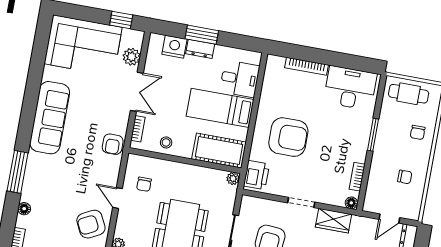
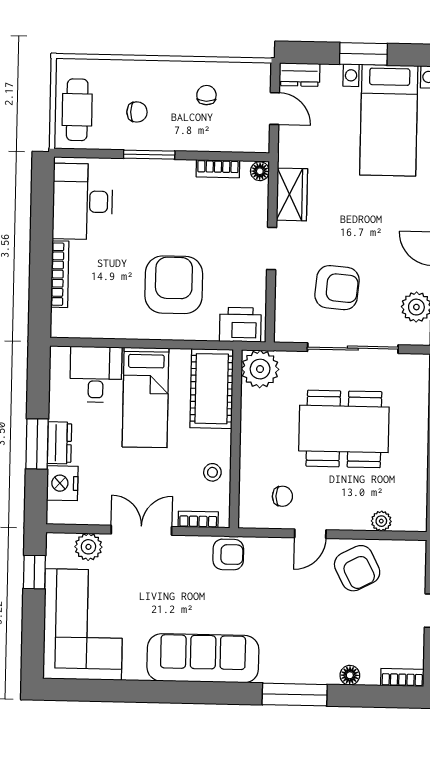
chair: (418, 132) -> (137, 112), moved
plant: (233, 178) -> (260, 369), width x1.88, depth x1.88

